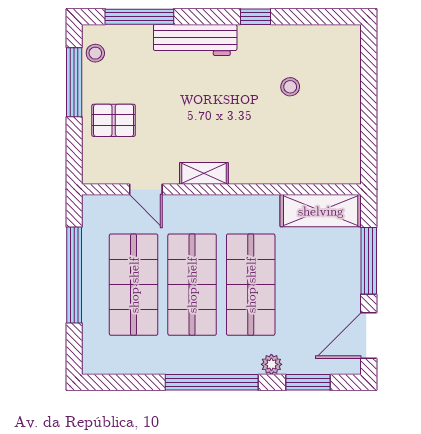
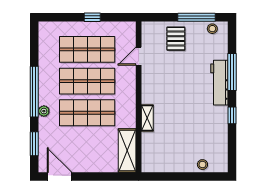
window: (139, 17) -> (232, 72), moved
stool: (290, 87) -> (202, 165), moved
shelving: (204, 173) -> (147, 118), moved
window: (369, 261) -> (100, 177), removed
window: (74, 275) -> (92, 17), width x0.32
plant: (271, 364) -> (44, 111), moved

